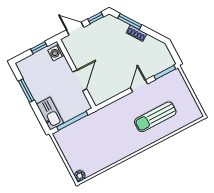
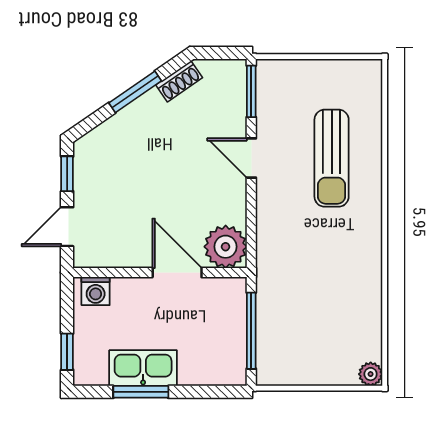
window: (130, 22) -> (135, 92), moved
shoe rack: (137, 33) -> (179, 81), moved
window: (39, 48) -> (67, 352), moved
plant: (100, 94) -> (226, 247), added
kitchen sink: (50, 114) -> (143, 368), moved

